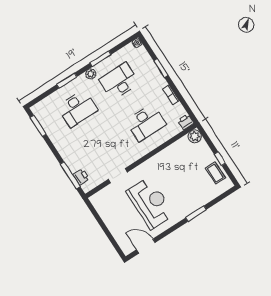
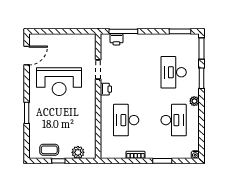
window: (101, 59) -> (202, 49), moved
printer: (186, 122) -> (106, 89), moved
plant: (195, 136) -> (78, 152), moved

